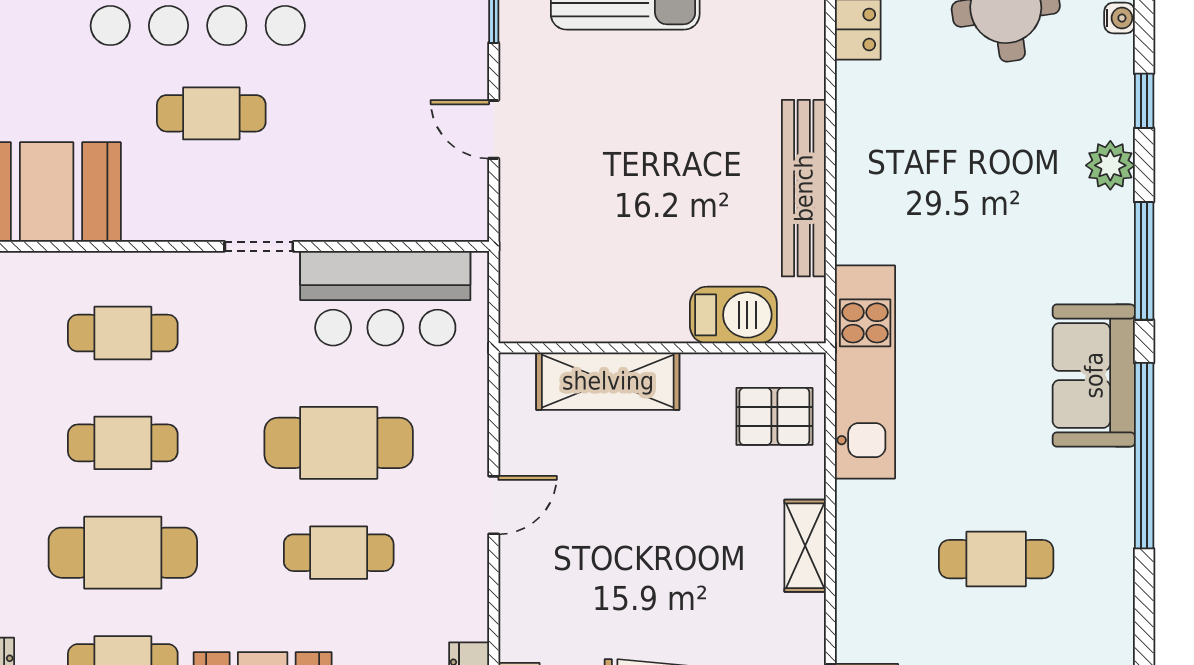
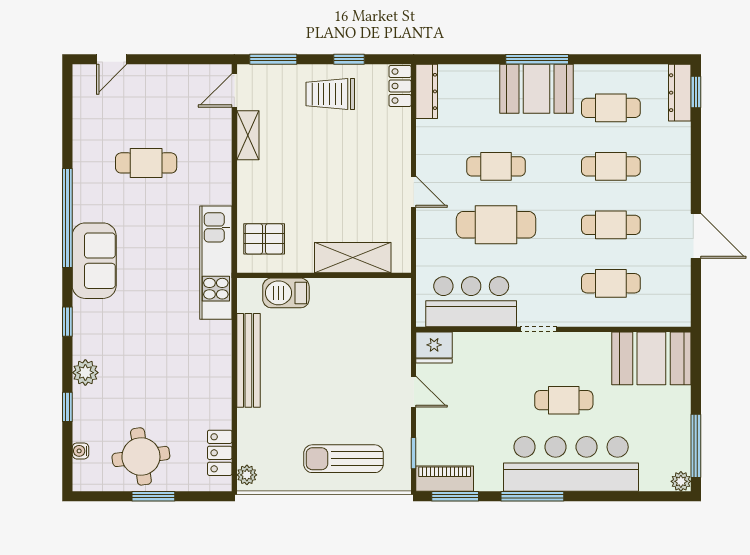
fridge: (455, 212) -> (434, 347), added
window: (1144, 261) -> (67, 322), width x0.46
door: (494, 505) -> (414, 192), swing flipped
shelving: (805, 546) -> (248, 135), moved
cafe table: (123, 553) -> (611, 166), width x0.73, depth x0.74

